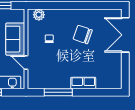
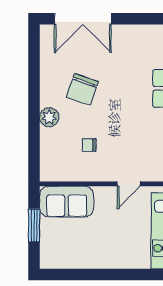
plant: (39, 15) -> (49, 117), moved
sofa: (15, 39) -> (67, 202), moved

